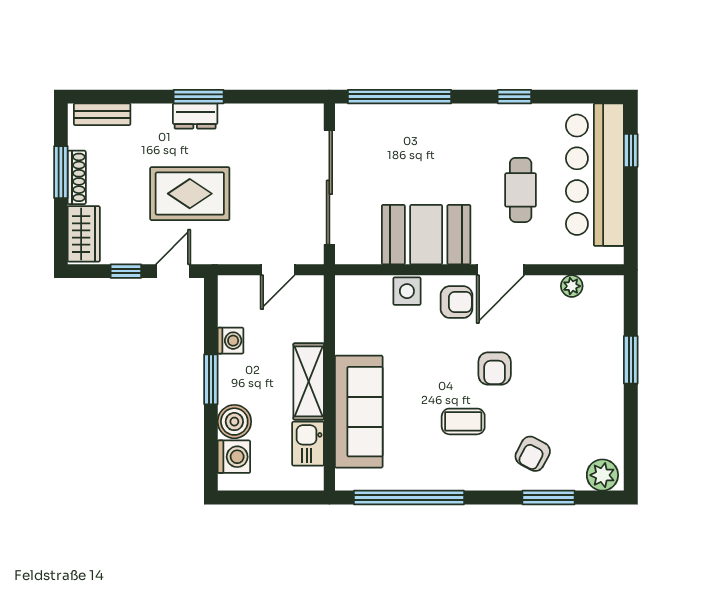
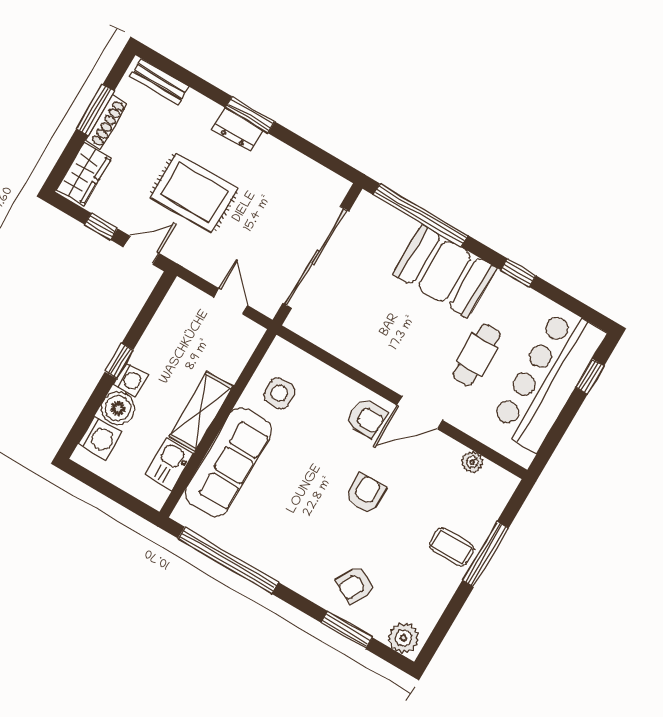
booth: (426, 235) -> (445, 271), moved
door: (278, 270) -> (231, 301), swing flipped
side table: (407, 291) -> (279, 393), moved
washing machine: (231, 341) -> (131, 380), moved
window: (631, 360) -> (485, 554), width x1.44
armchair: (495, 368) -> (365, 494), turned 180
window: (211, 379) -> (119, 361), width x0.67
coffee table: (463, 421) -> (452, 547), moved

